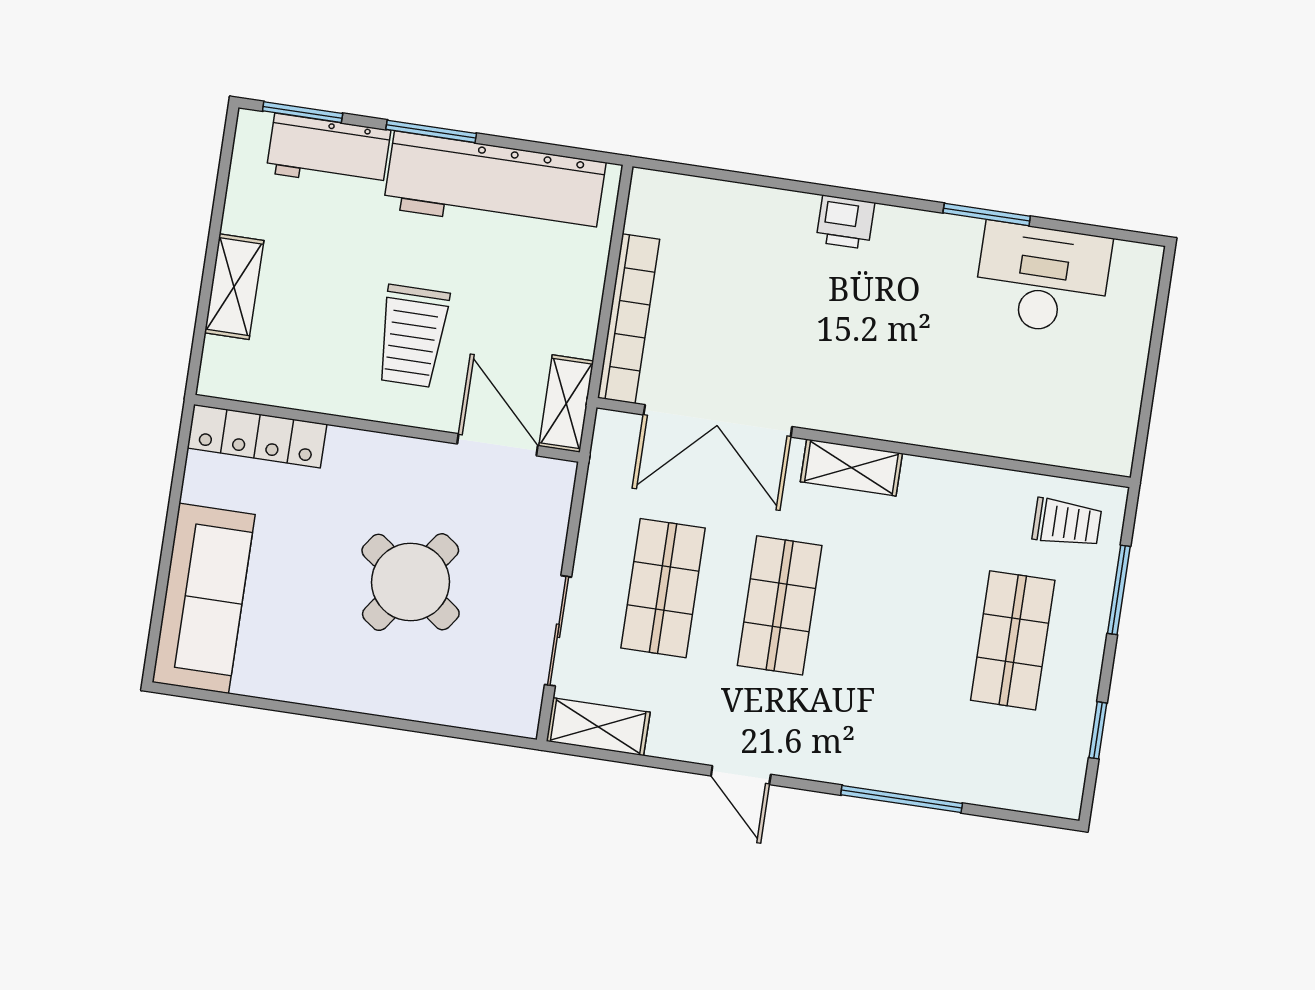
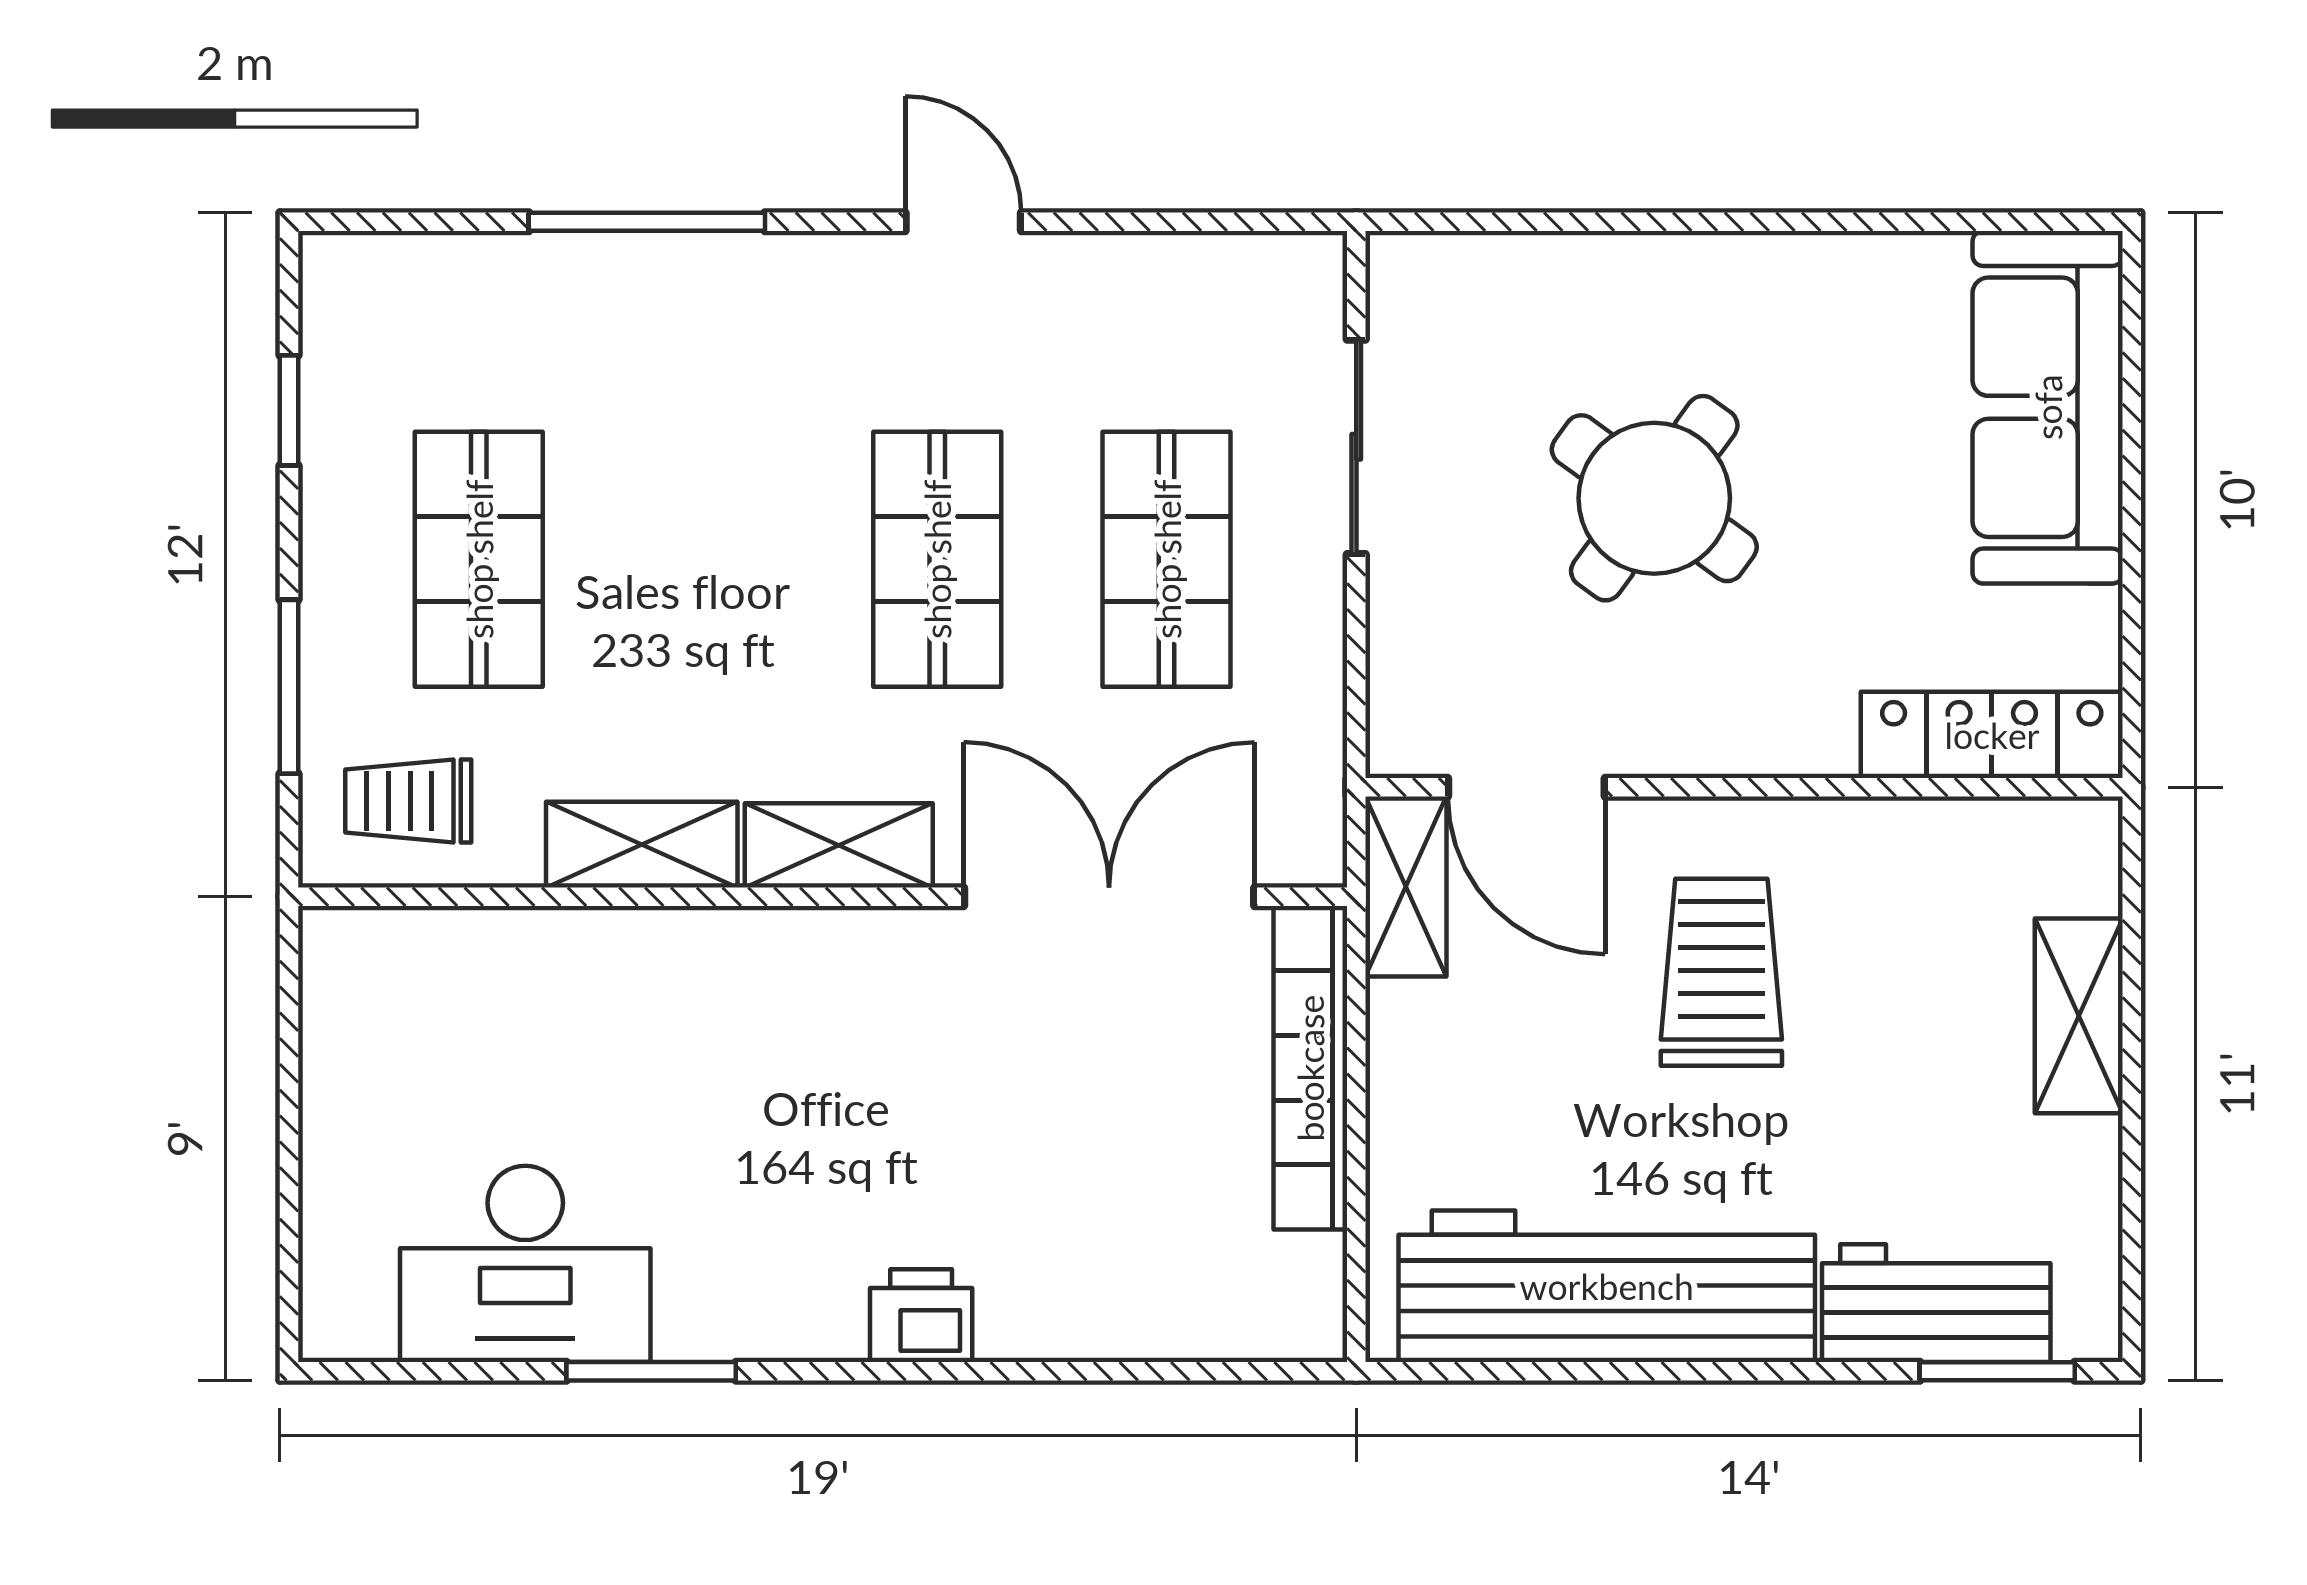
window: (431, 131) -> (1744, 1371), removed
shelving: (598, 727) -> (642, 845), moved

